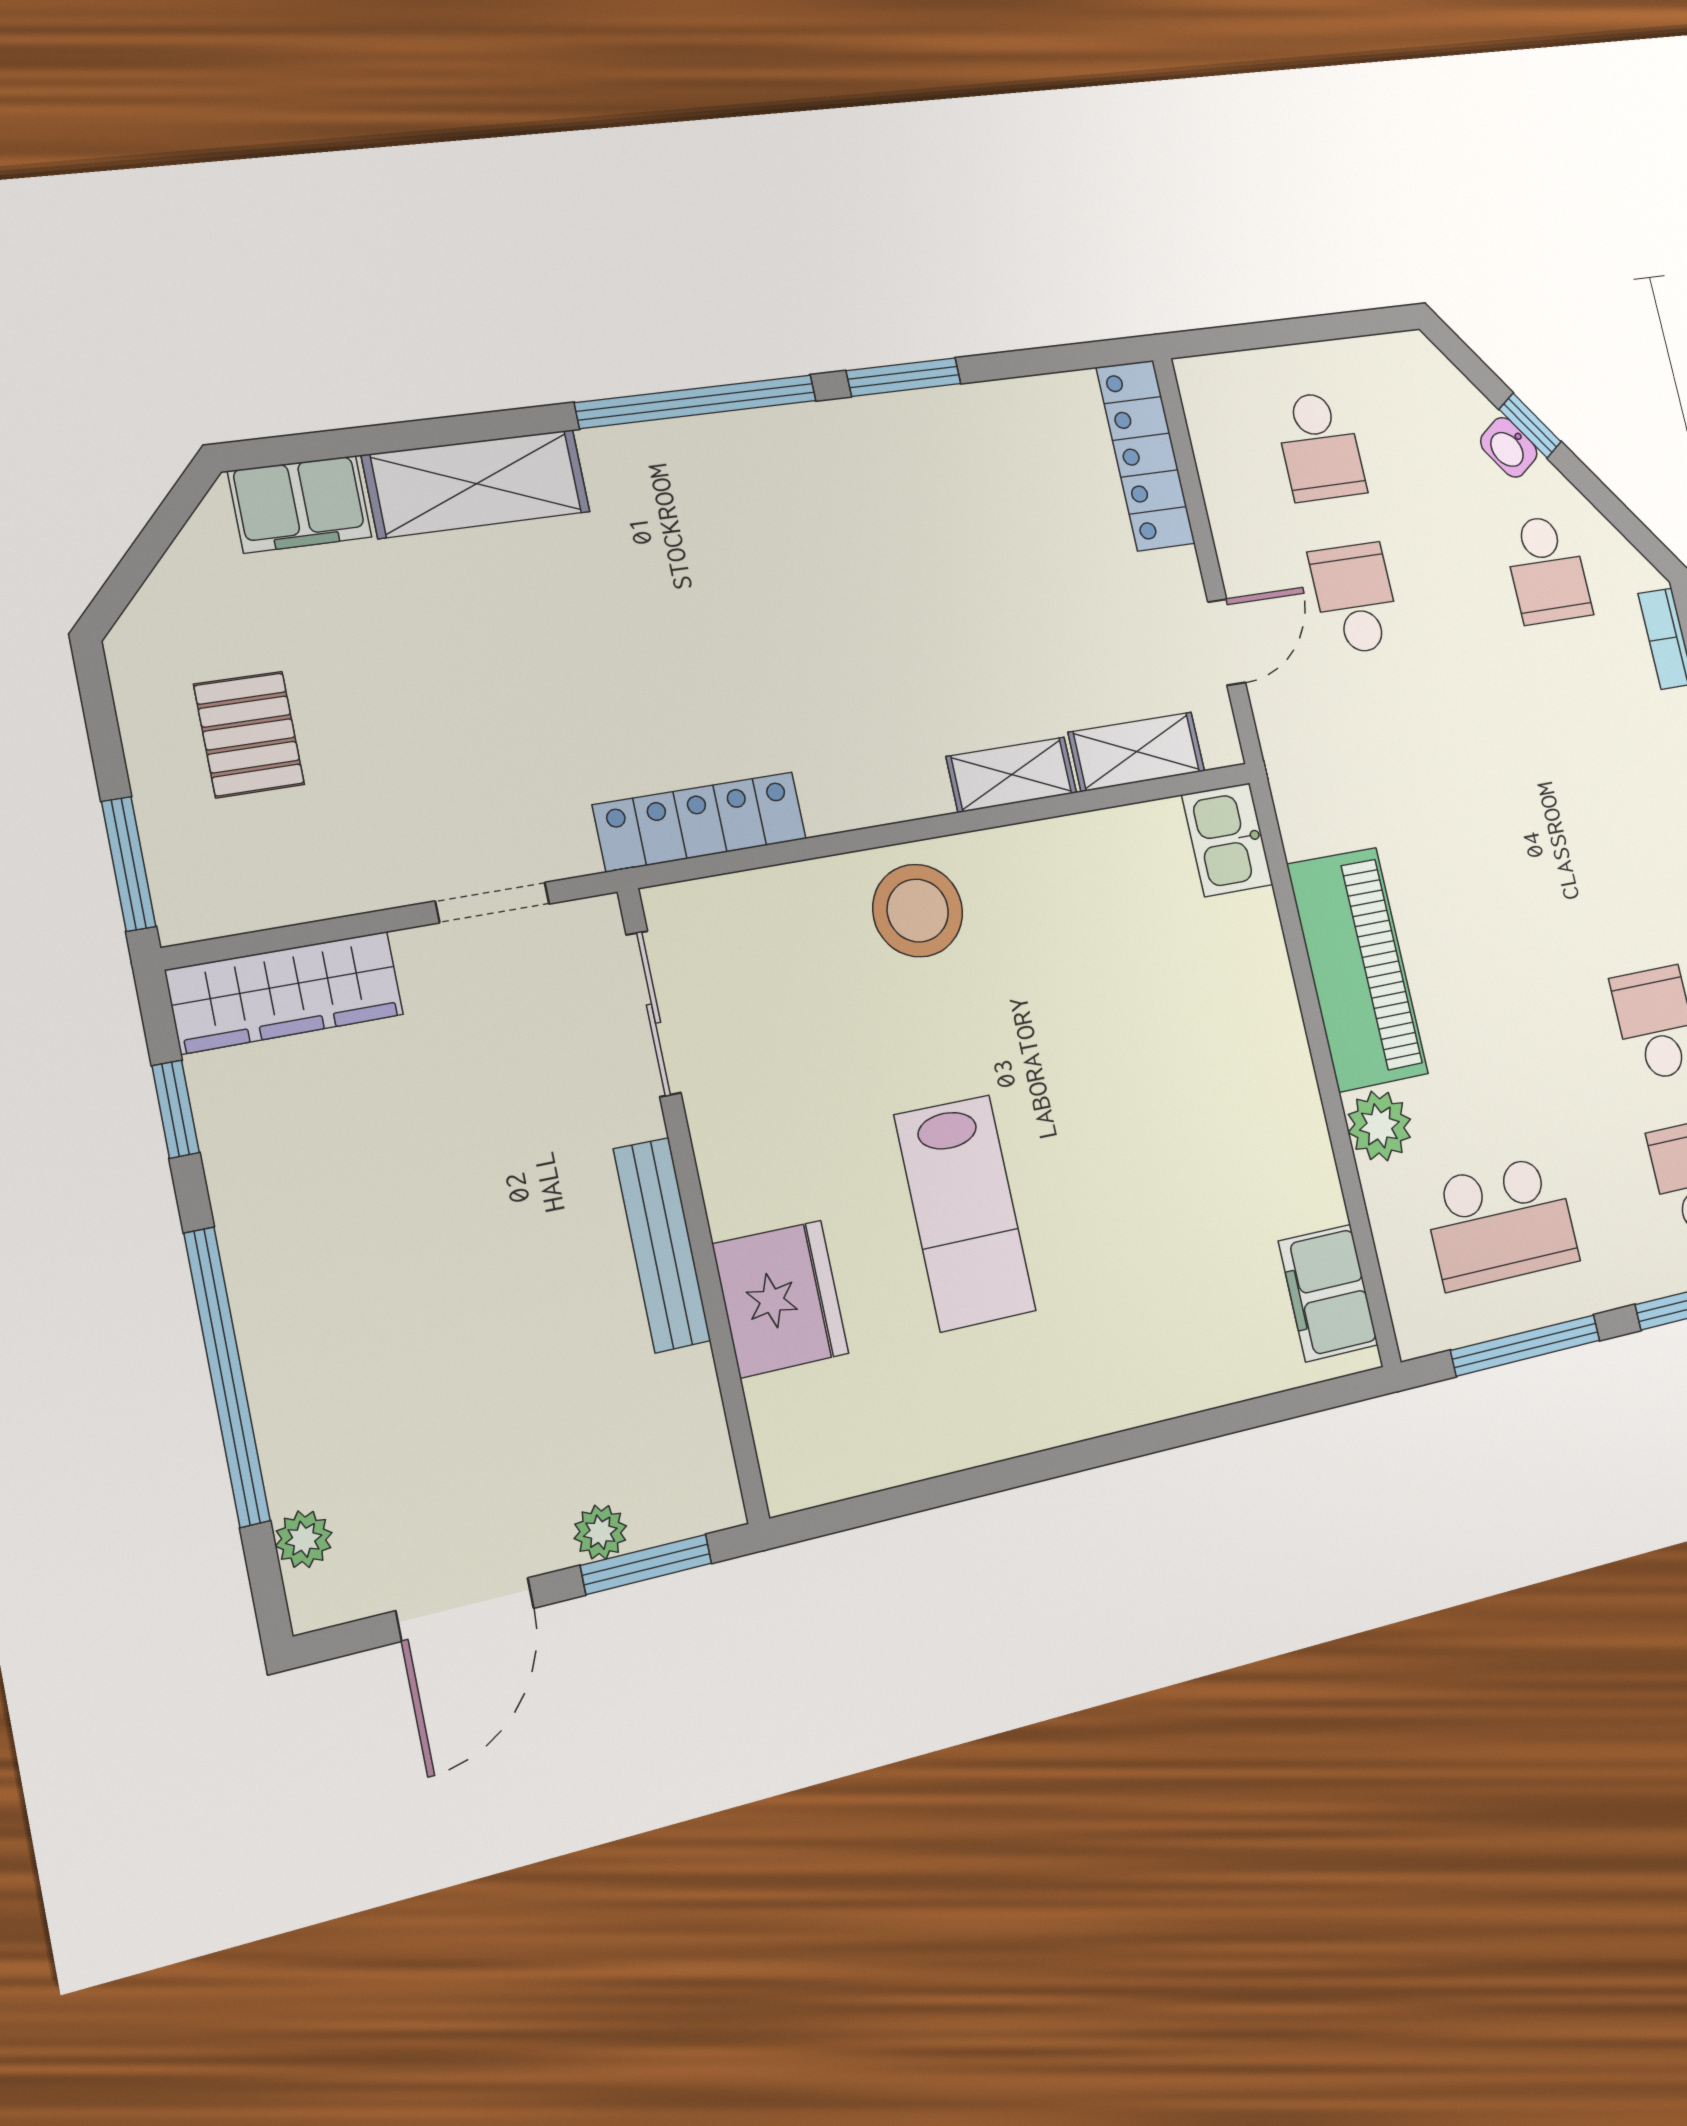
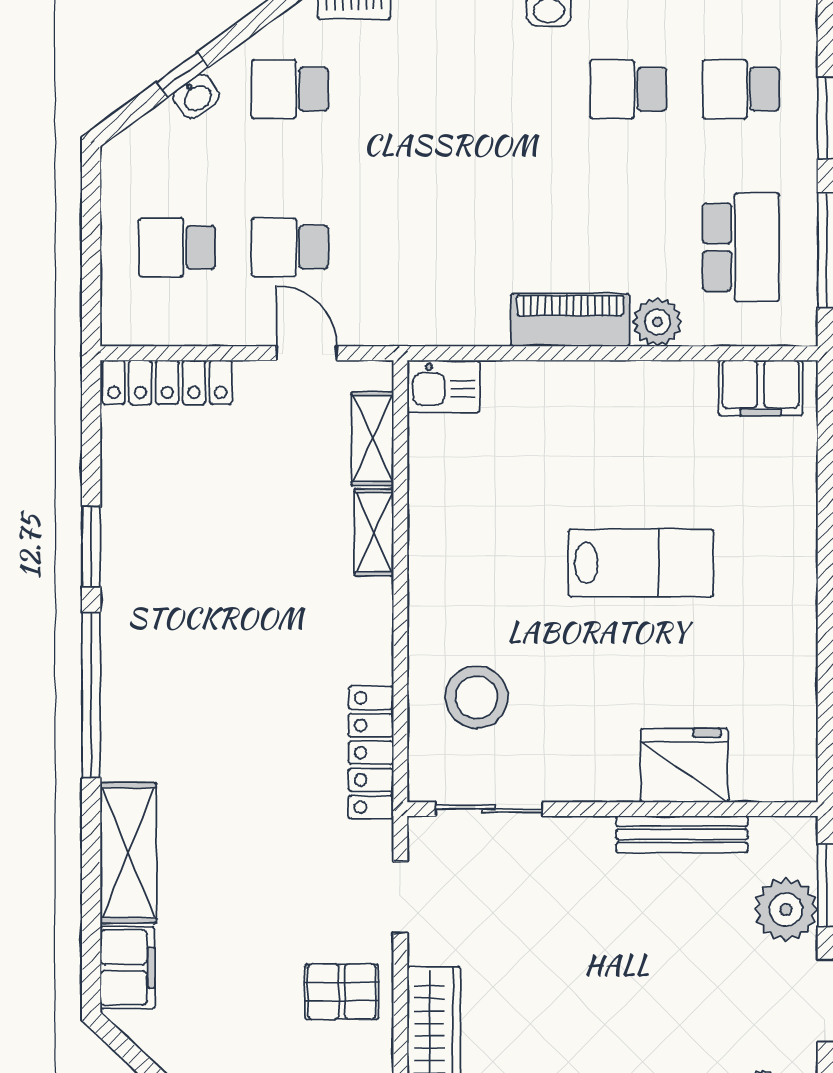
school desk: (1320, 446) -> (177, 247), turned 180
school desk: (1547, 569) -> (290, 89), turned 180
pallet: (249, 734) -> (342, 992), moved
stool: (918, 911) -> (477, 697), moved
piano: (1357, 969) -> (570, 320), width x0.73, depth x0.75
lab bench: (965, 1213) -> (641, 563), moved
bench: (662, 1245) -> (682, 834), moved
plant: (600, 1532) -> (786, 910), width x1.88, depth x1.88

